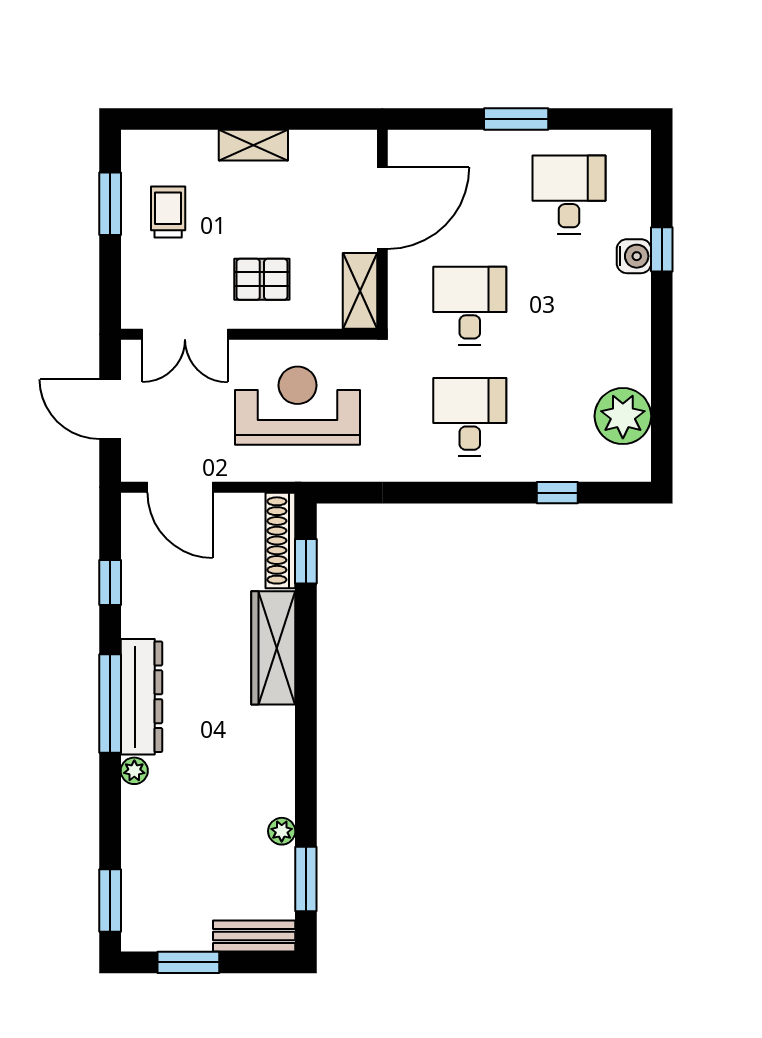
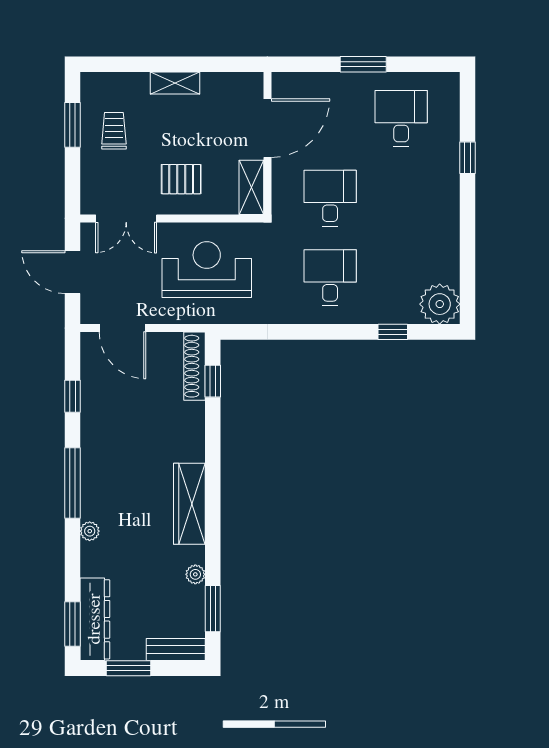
water cooler: (634, 256) -> (448, 163), removed
plant: (623, 416) -> (440, 304), moved
wardrobe: (273, 648) -> (189, 504), moved
dresser: (141, 697) -> (95, 619), moved

